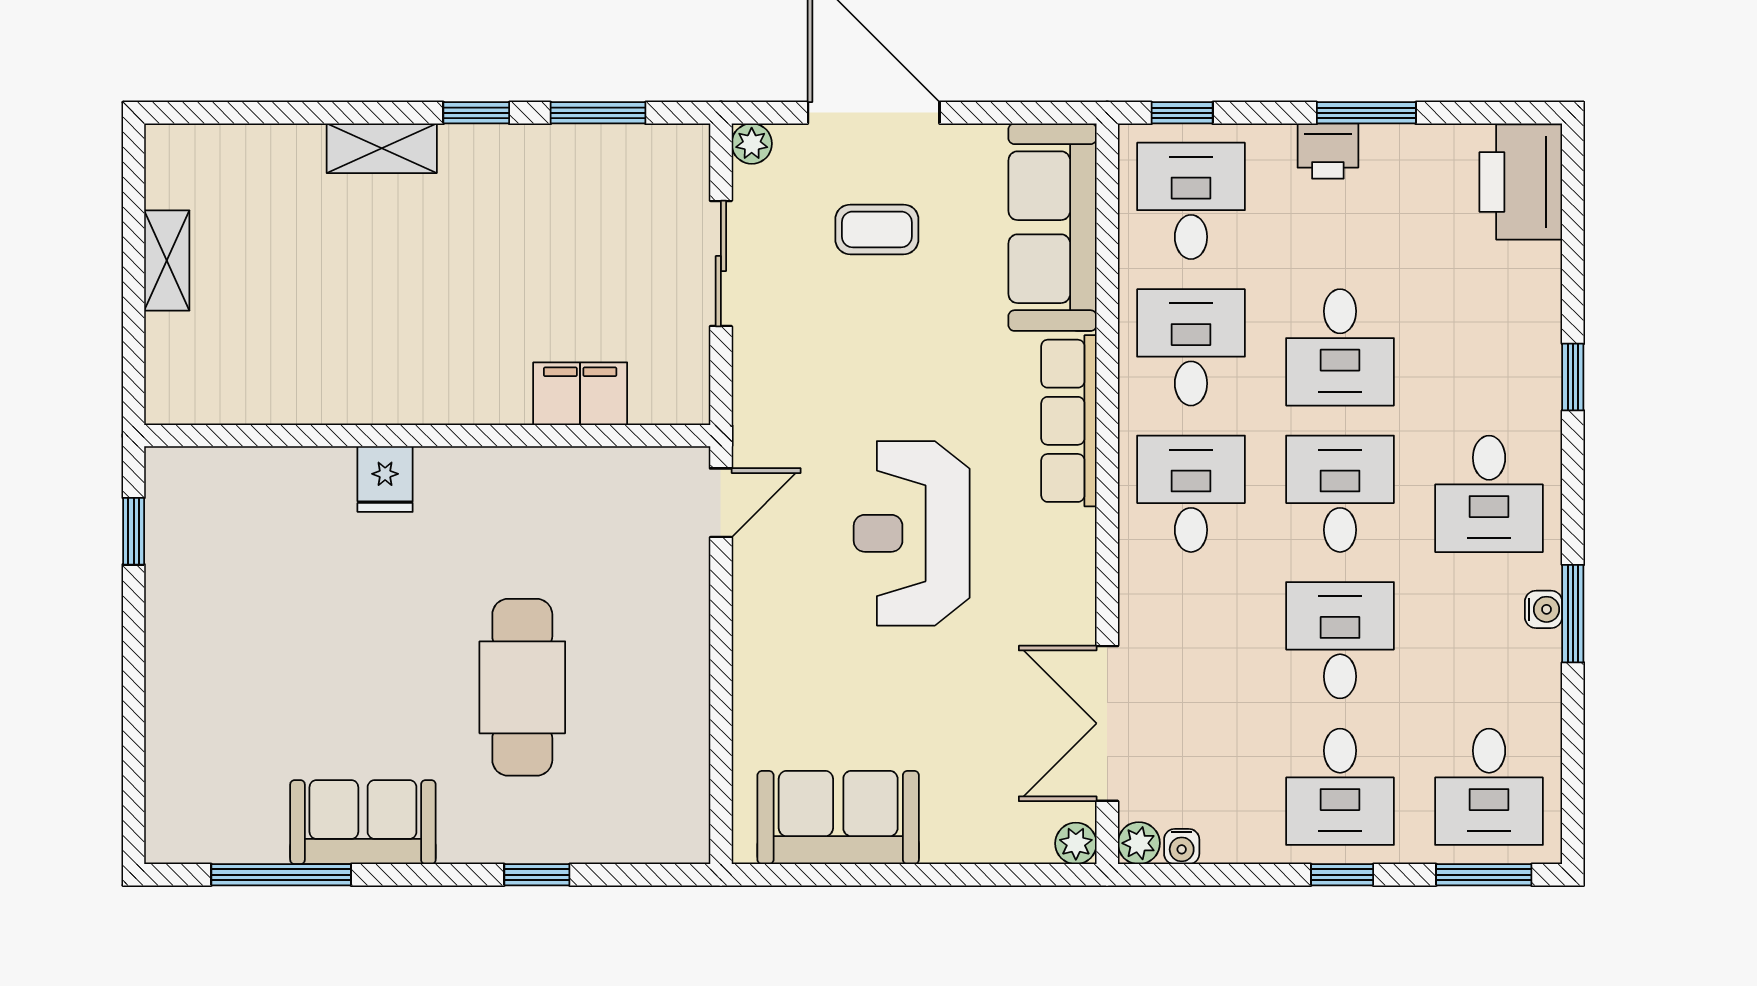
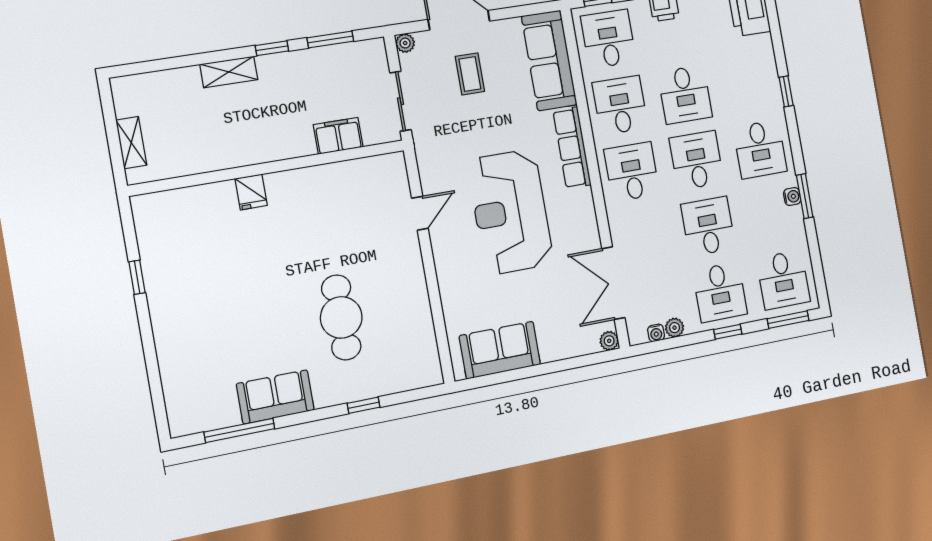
coffee table: (877, 229) -> (470, 74), turned 90
filing cabinet: (580, 394) -> (338, 136), moved
wall: (427, 436) -> (268, 168), moved
fridge: (385, 479) -> (251, 192), moved
reception desk: (912, 533) -> (510, 212), width x1.36, depth x1.30
plant: (1139, 843) -> (675, 328), moved

